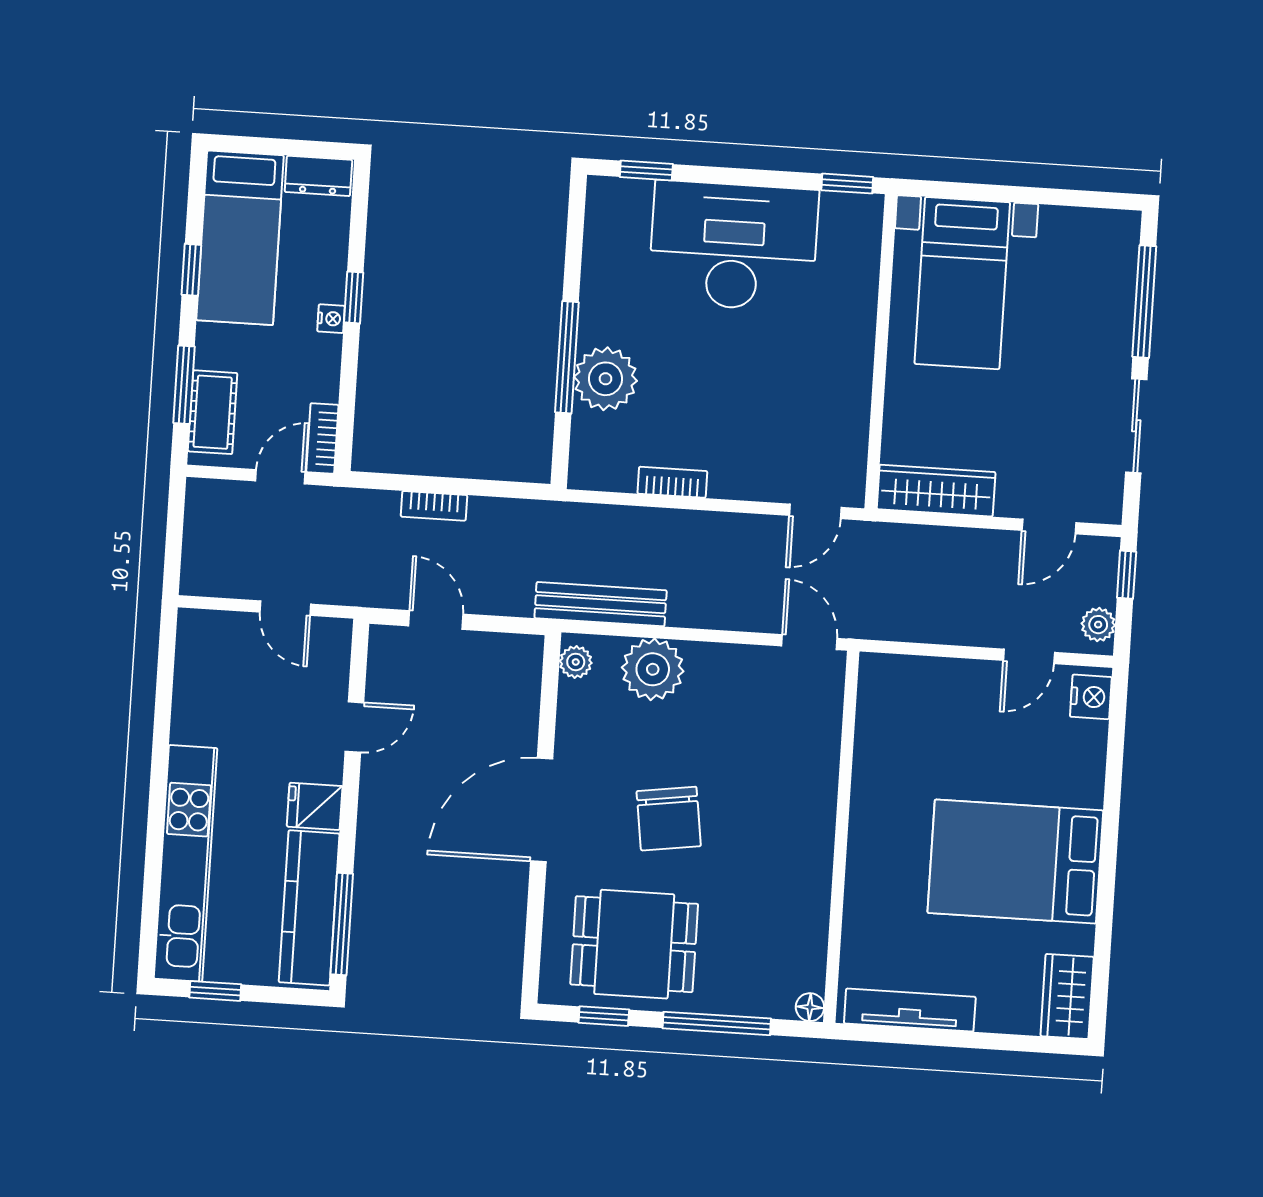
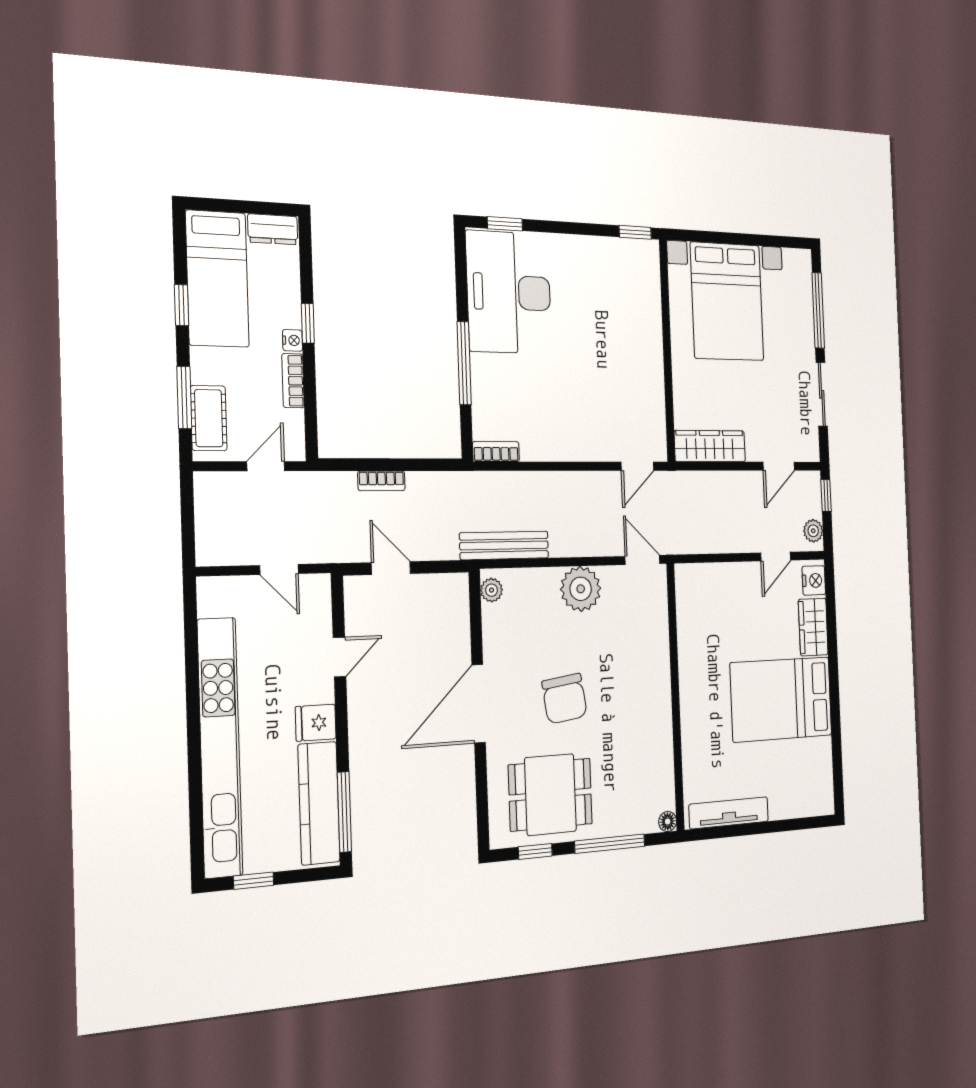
desk: (734, 246) -> (509, 292), moved, turned -90
bed with nightstands: (962, 283) -> (727, 302), width x1.36
plant: (606, 379) -> (492, 378), removed
bookcase: (322, 439) -> (293, 381), moved
bookcase: (672, 482) -> (496, 452), moved
plant: (653, 669) -> (581, 589), moved
kitchen unit: (186, 863) -> (220, 747), width x1.36
wardrobe: (1067, 996) -> (813, 627), moved

